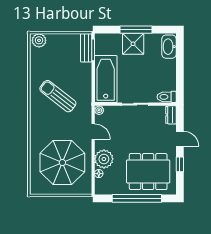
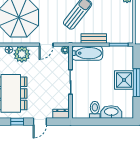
washbasin: (169, 47) -> (111, 112), moved
bench: (86, 48) -> (94, 38), moved
bathtub: (106, 79) -> (87, 53), width x0.73, depth x0.73
toilet: (167, 97) -> (95, 110), moved

